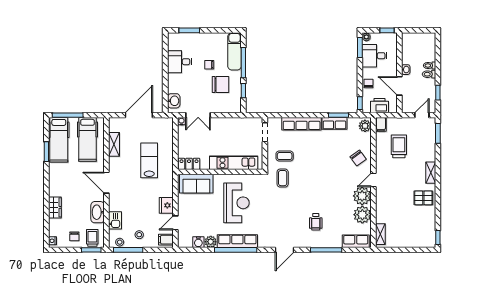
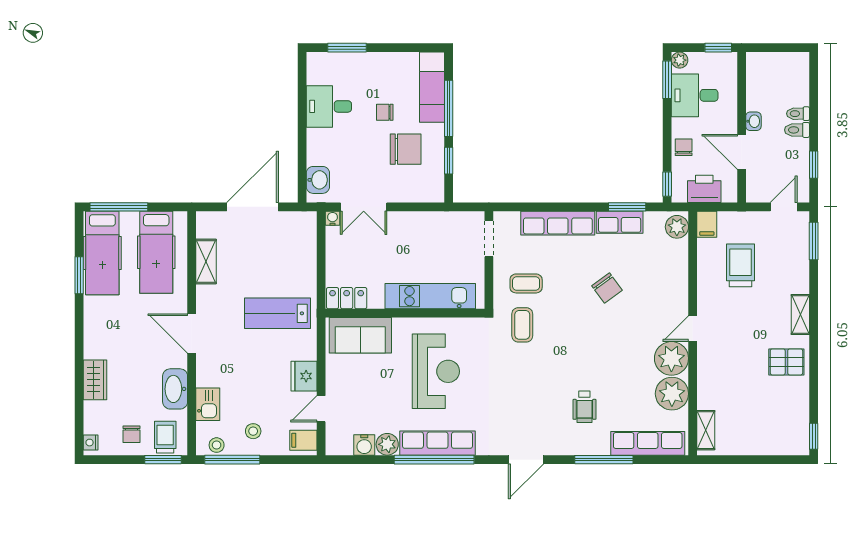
chair: (358, 158) -> (607, 288), moved
lab bench: (149, 160) -> (278, 313), moved, turned -90
row of seats: (356, 241) -> (648, 443), width x1.48

